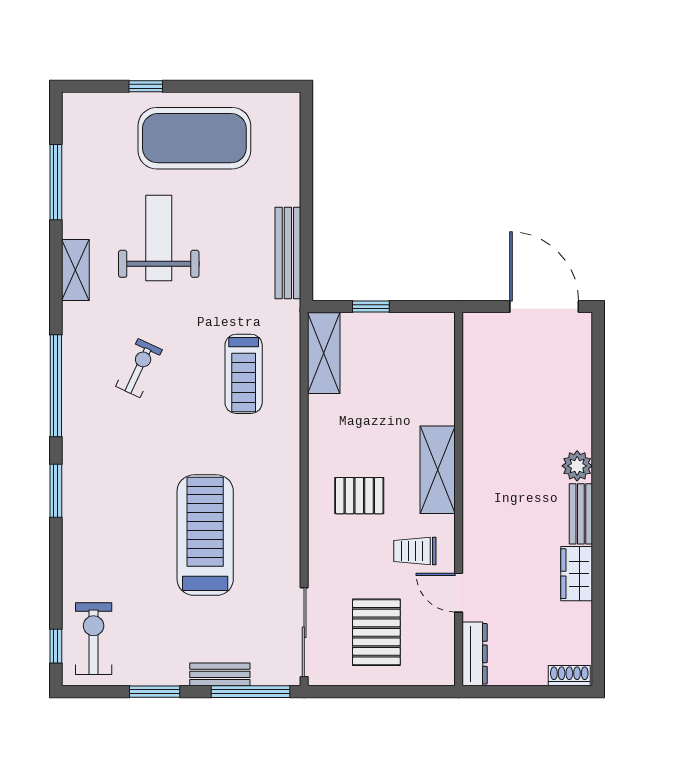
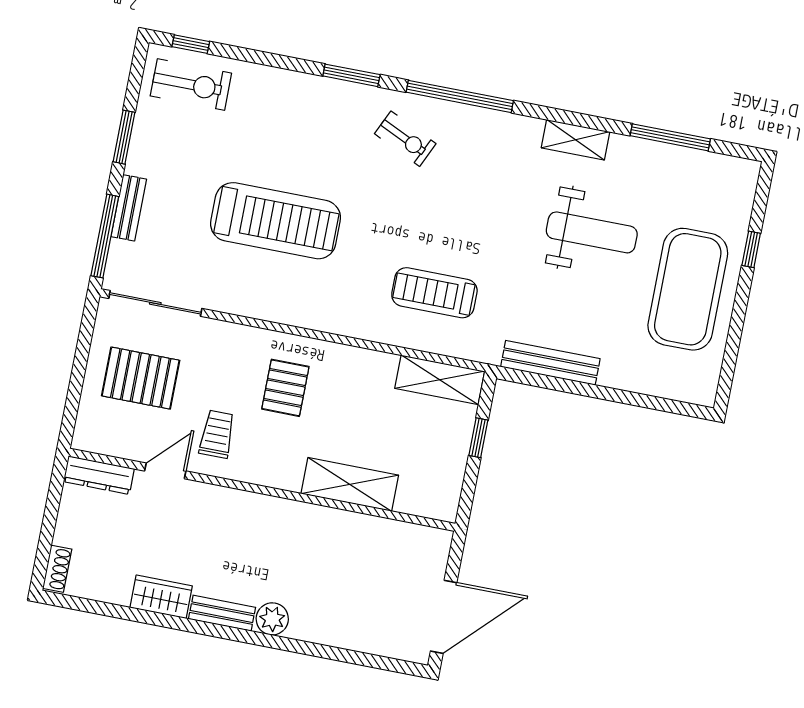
exercise bike: (139, 368) -> (405, 139), moved
shelving: (438, 470) -> (350, 484), moved

